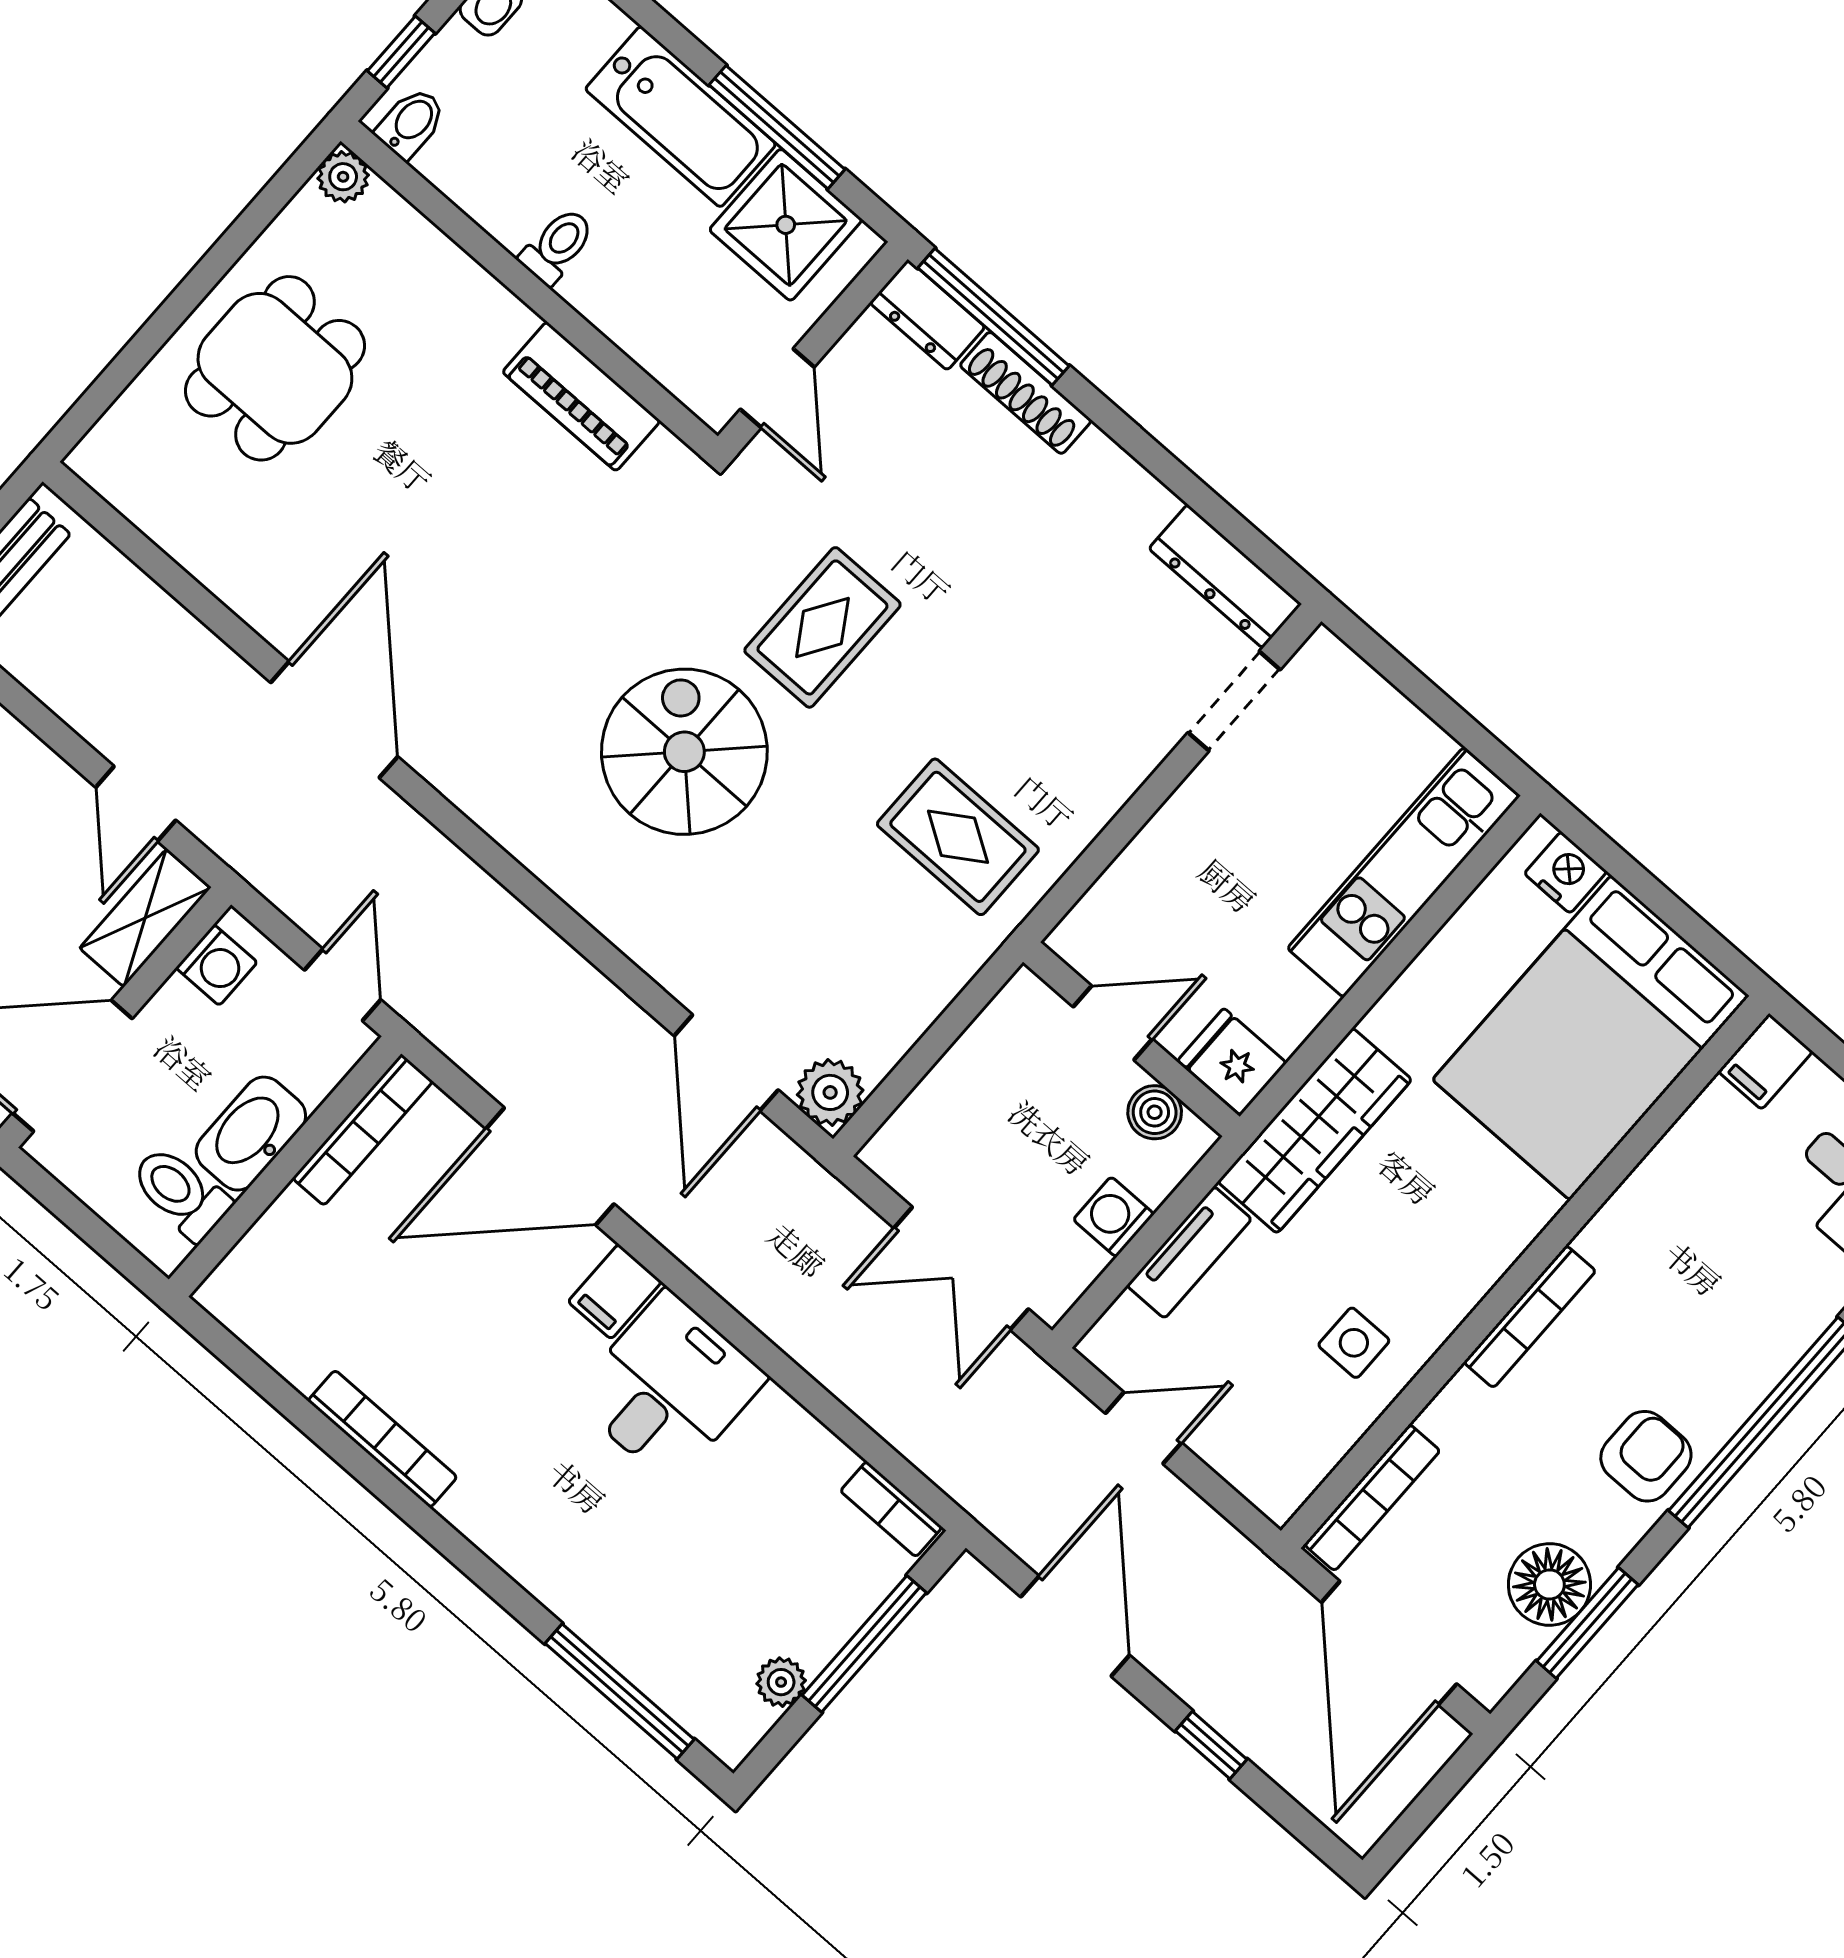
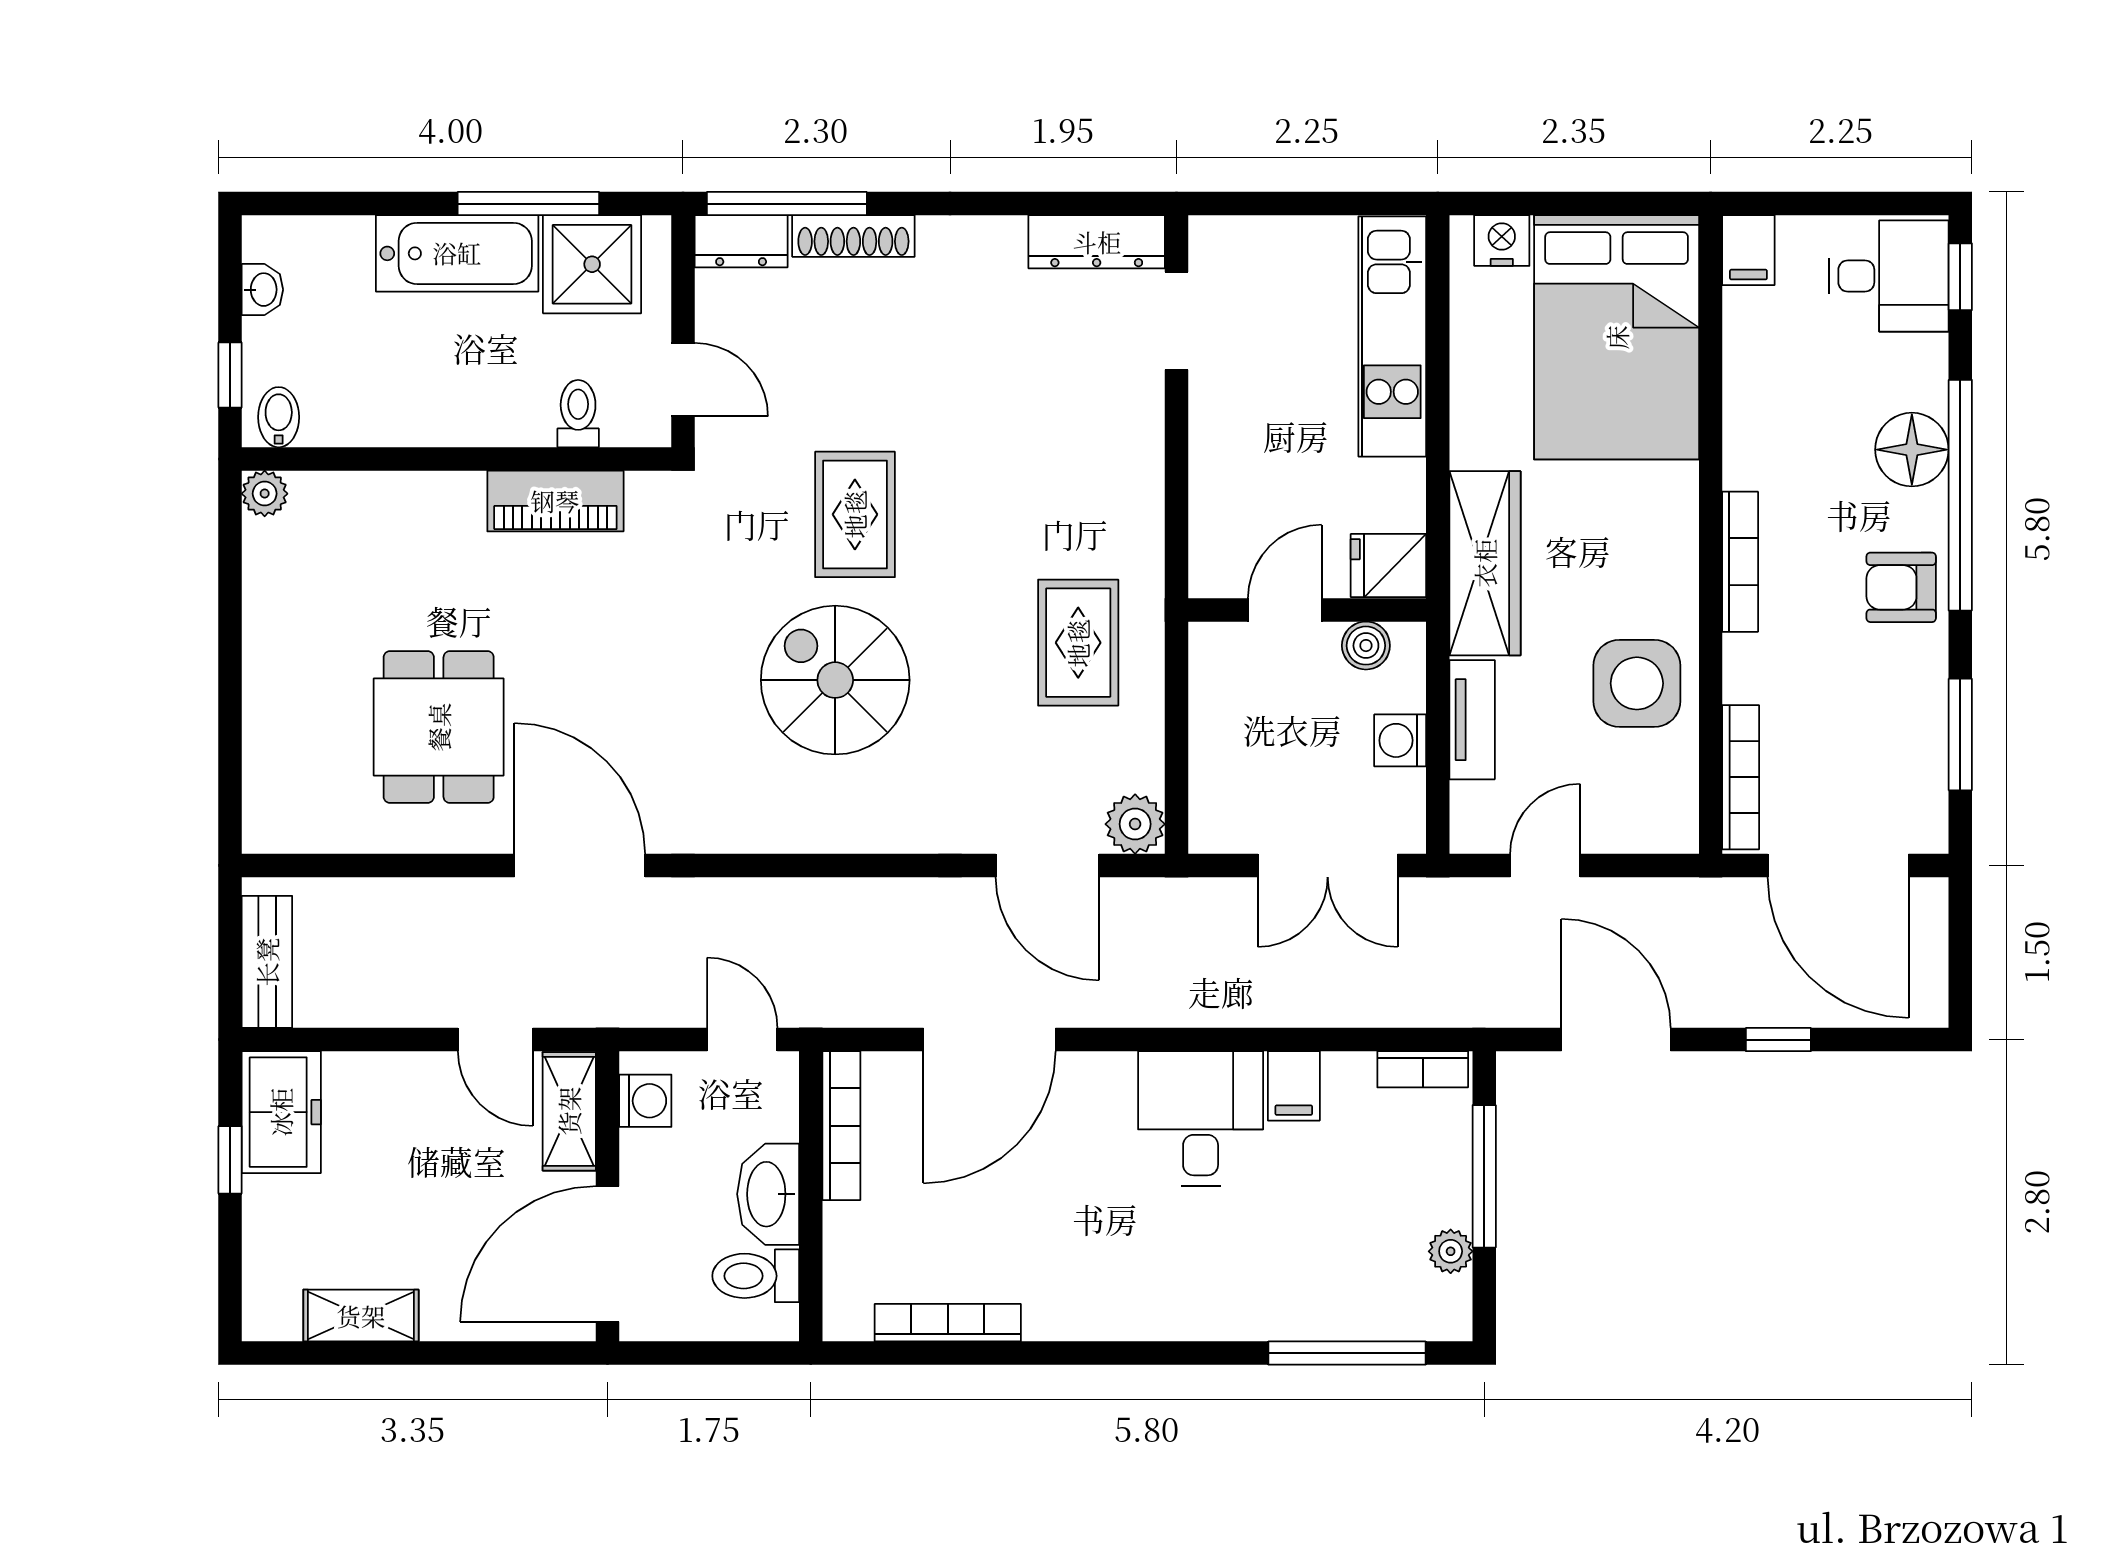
toilet: (557, 246) -> (578, 414), moved
dining table: (275, 368) -> (439, 727), moved
rug: (958, 837) -> (1078, 643), moved, turned 90
filing cabinet: (615, 1292) -> (1294, 1086), moved
side table: (1354, 1343) -> (1637, 683), width x1.87, depth x1.87
bookcase: (382, 1439) -> (948, 1323), moved
armchair: (1646, 1456) -> (1901, 587), turned -90
floor lamp: (1549, 1584) -> (1912, 450), moved

